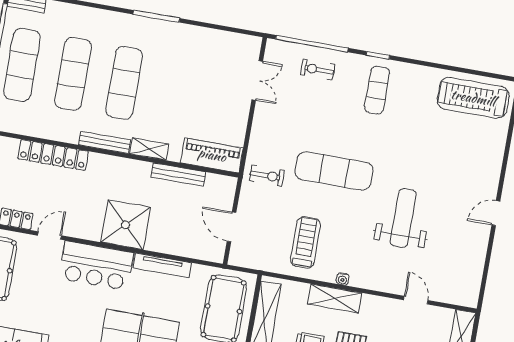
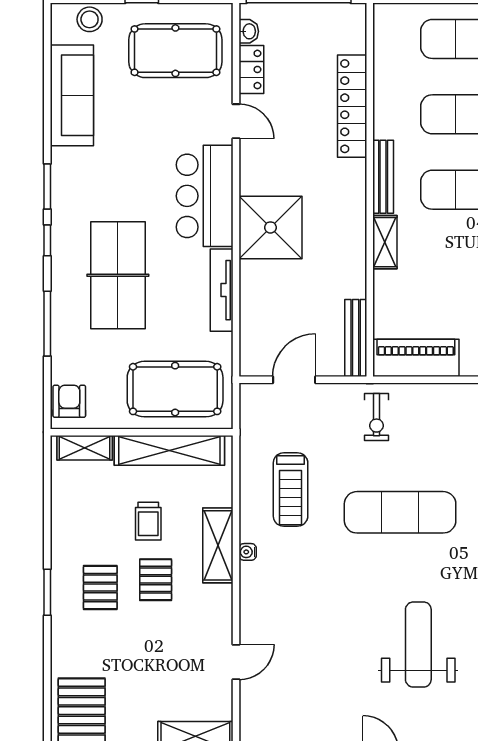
piano: (212, 155) -> (416, 358), moved, turned -90
exercise mat: (334, 171) -> (400, 512), turned 90
bench: (178, 175) -> (356, 338), moved
weight bench: (403, 218) -> (418, 645), moved, turned -90
treadmill: (305, 242) -> (291, 490), turned 90

